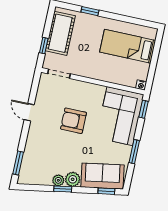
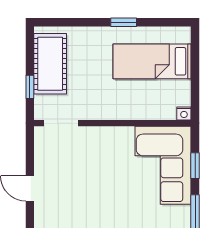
window: (90, 11) -> (124, 22), moved
window: (143, 109) -> (195, 166), moved
armchair: (74, 121) -> (97, 187), removed

